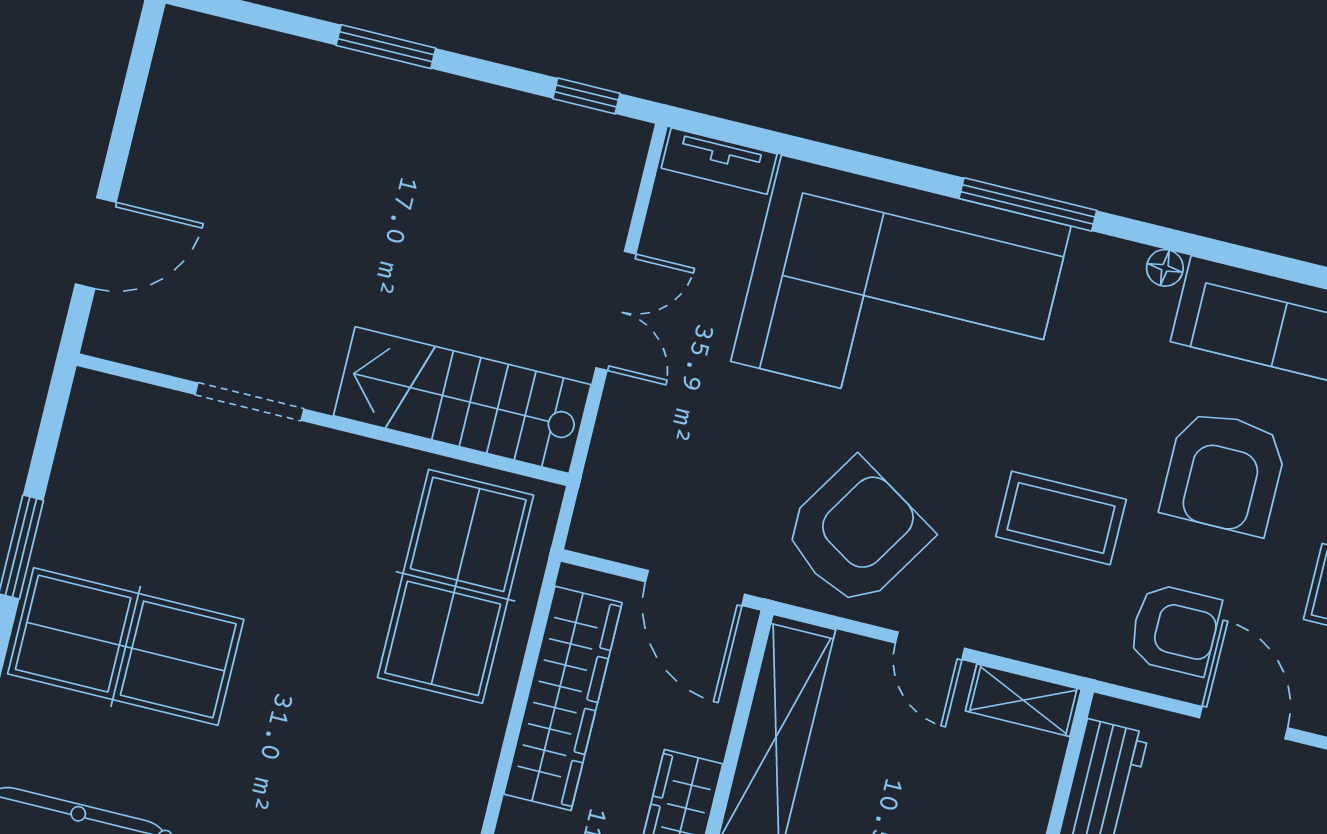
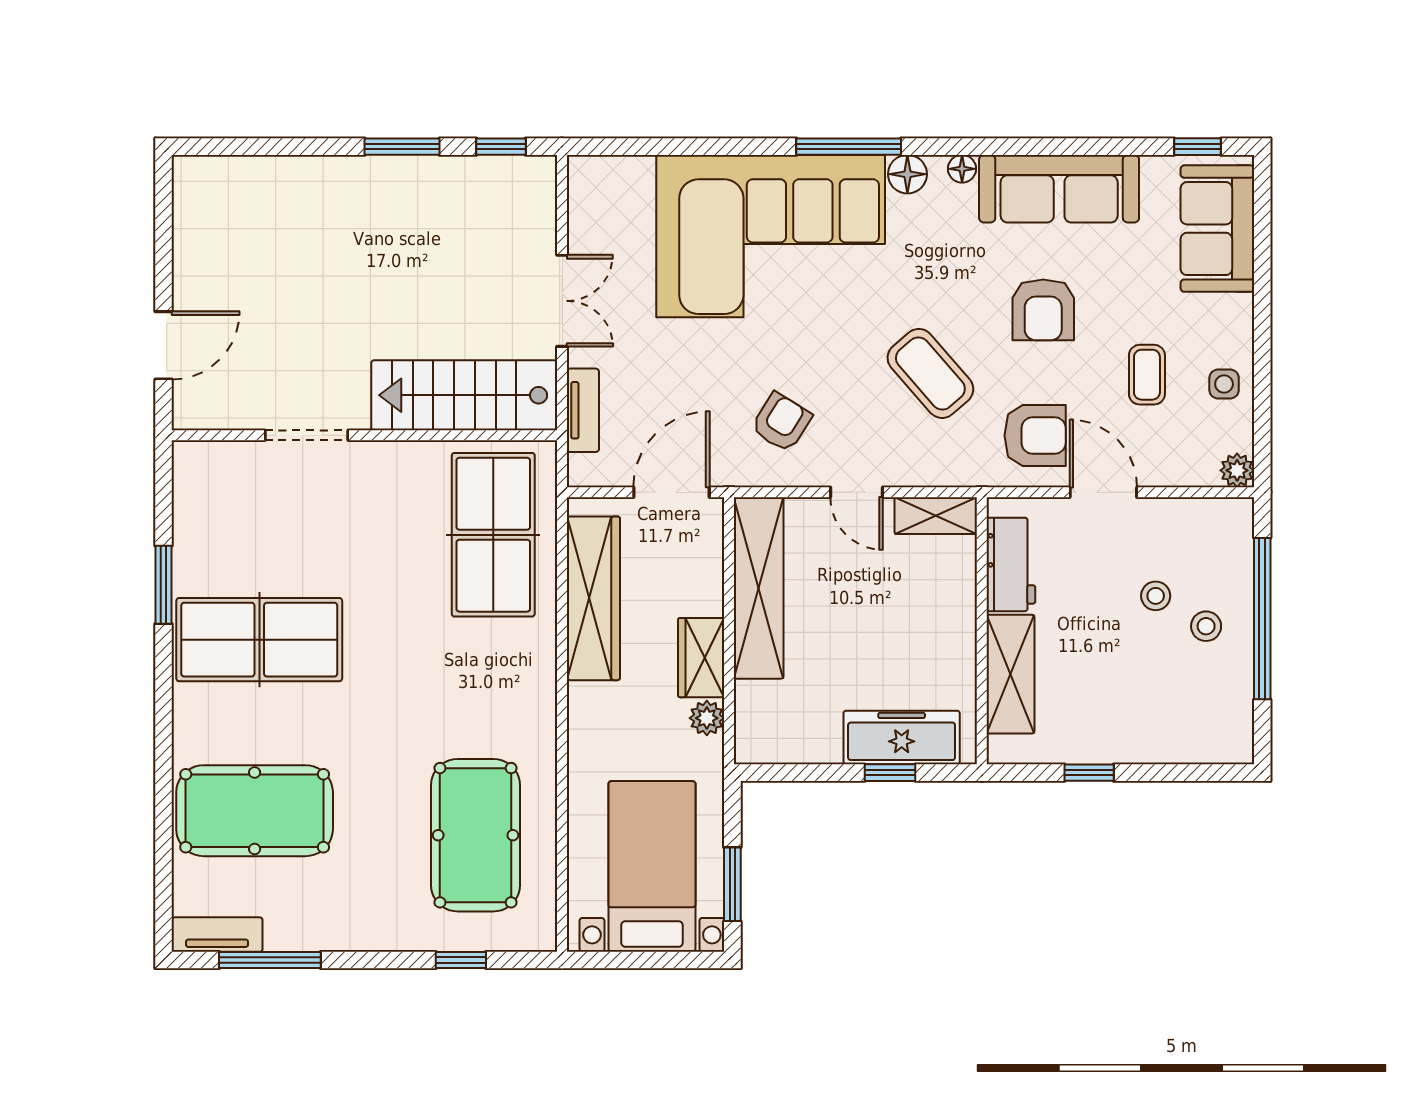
window: (386, 47) -> (402, 147), moved
tv unit: (719, 161) -> (583, 410), moved, turned -90
floor lamp: (1094, 258) -> (907, 174), added
armchair: (1224, 472) -> (1043, 310), width x0.73, depth x0.73
coffee table: (1061, 518) -> (930, 373), turned 49
armchair: (856, 533) -> (781, 422), width x0.53, depth x0.53
door: (695, 588) -> (671, 492), swing flipped

